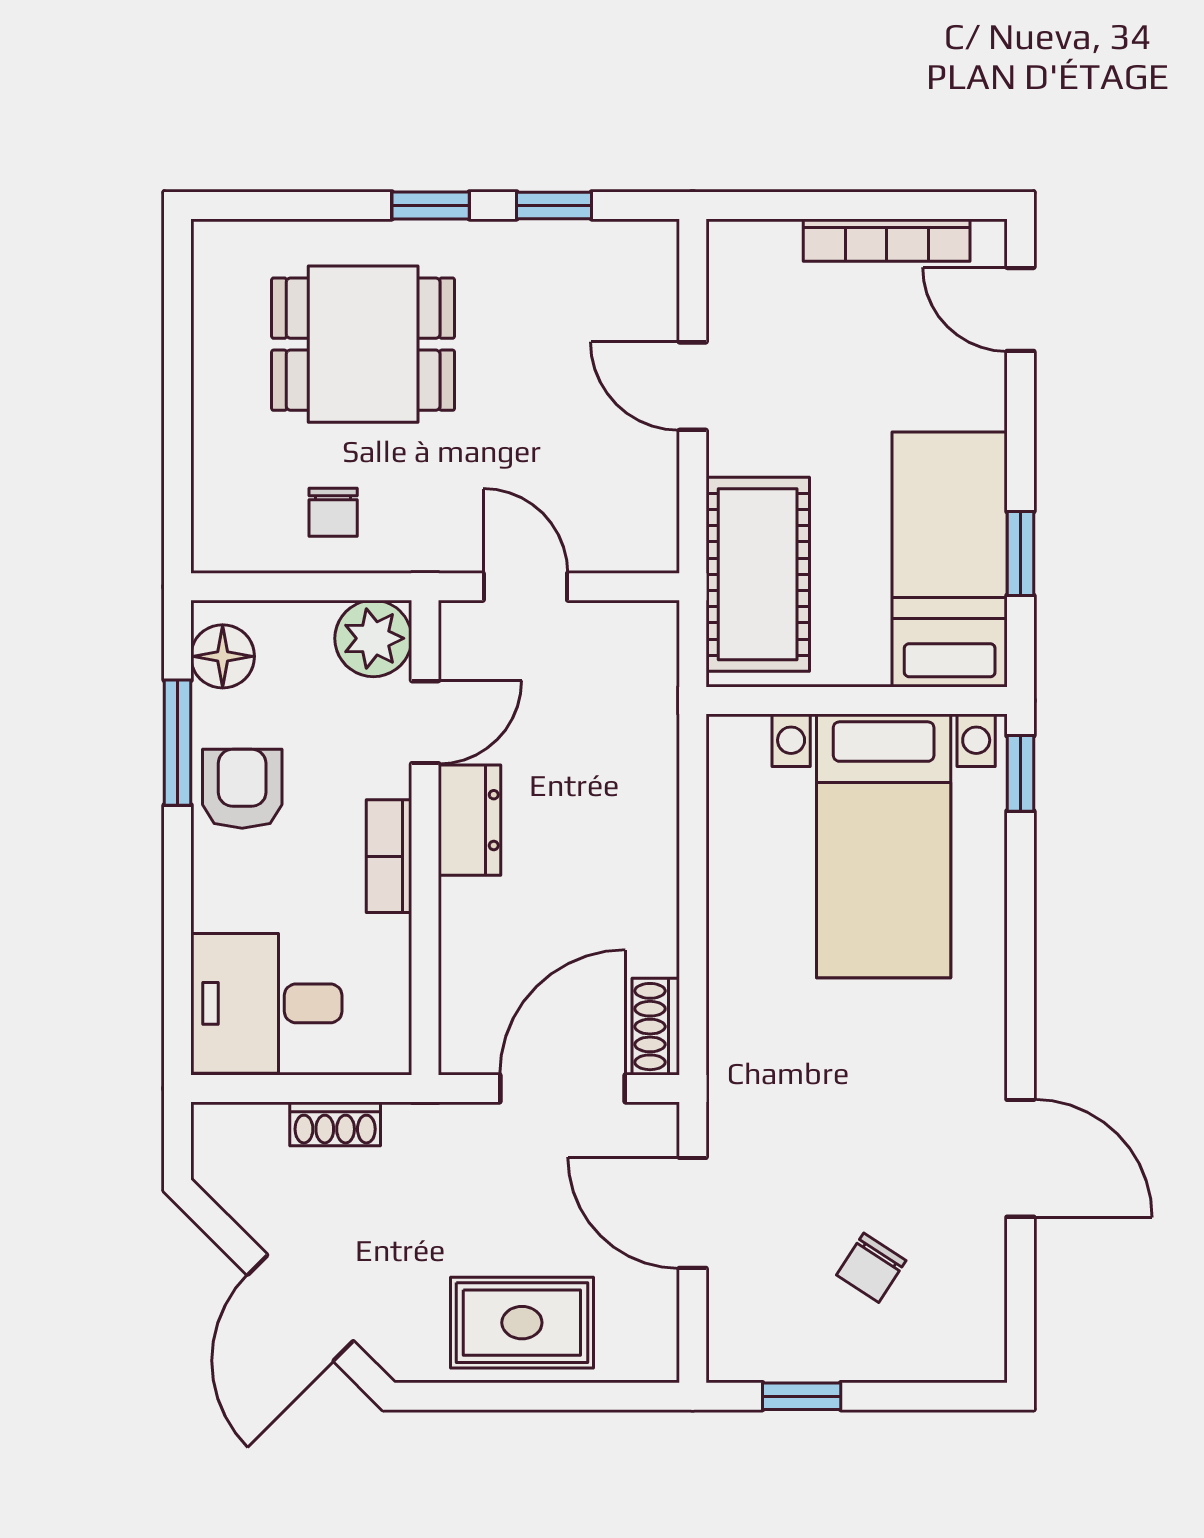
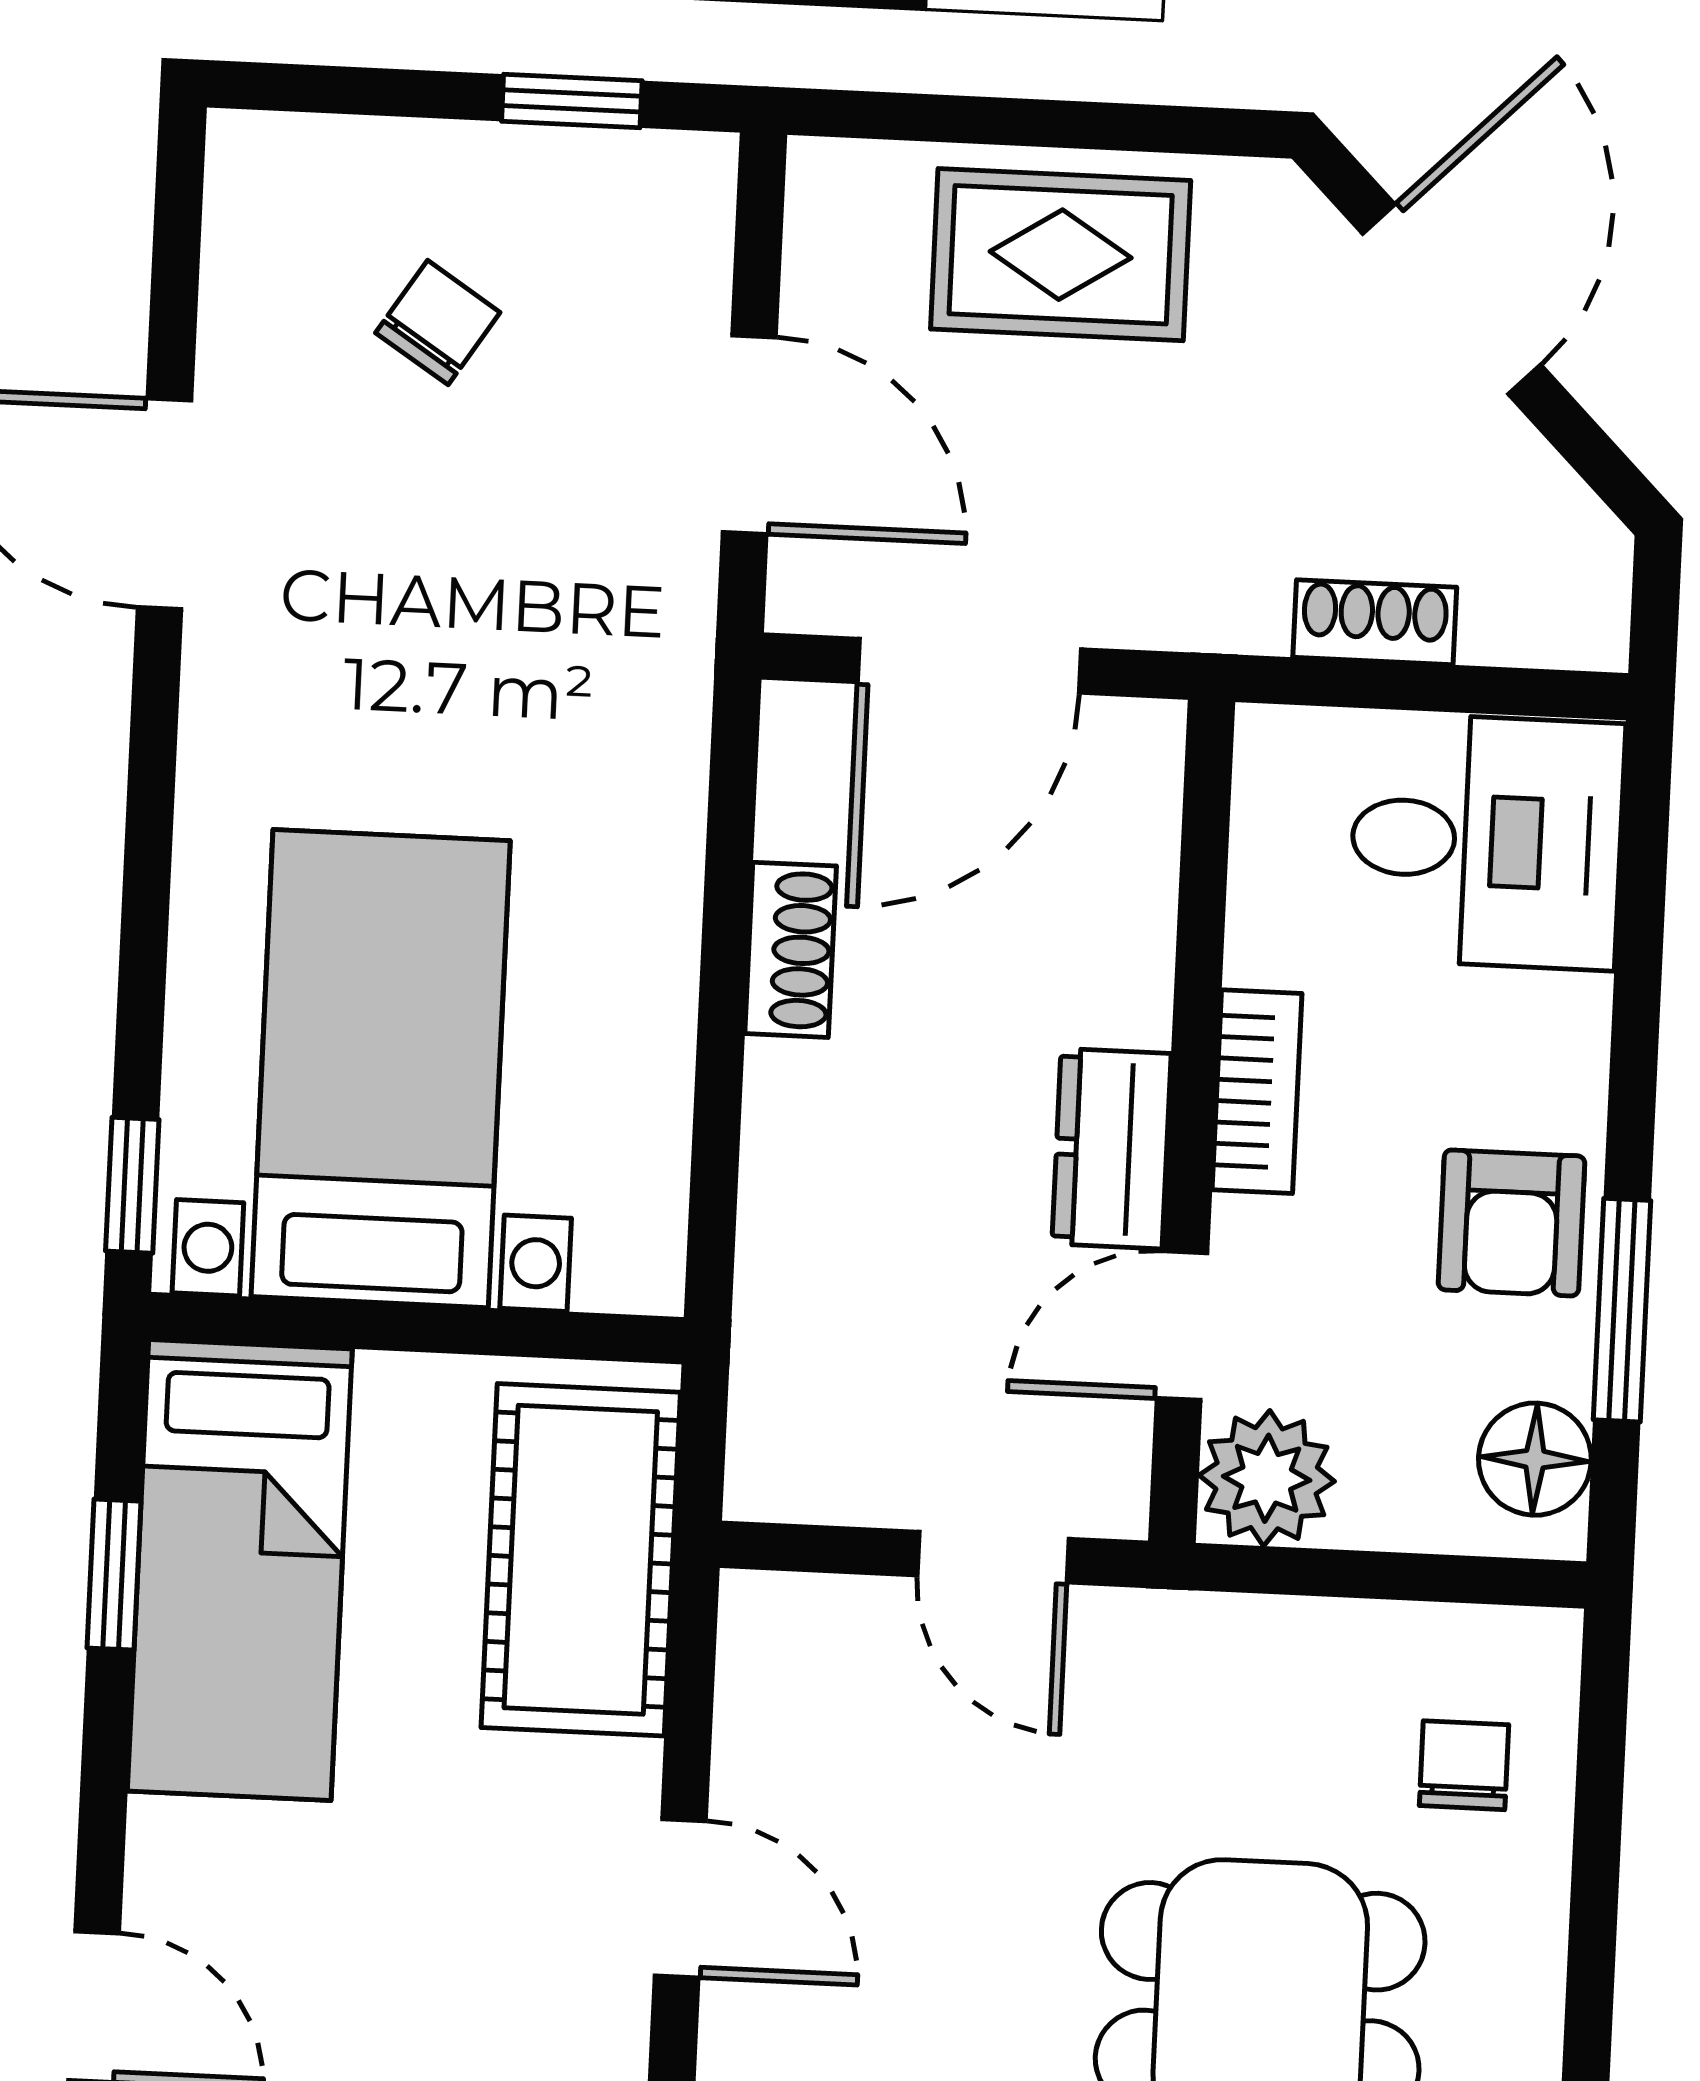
chair: (333, 512) -> (1464, 1765), moved
shoe rack: (656, 1027) -> (791, 950), moved

